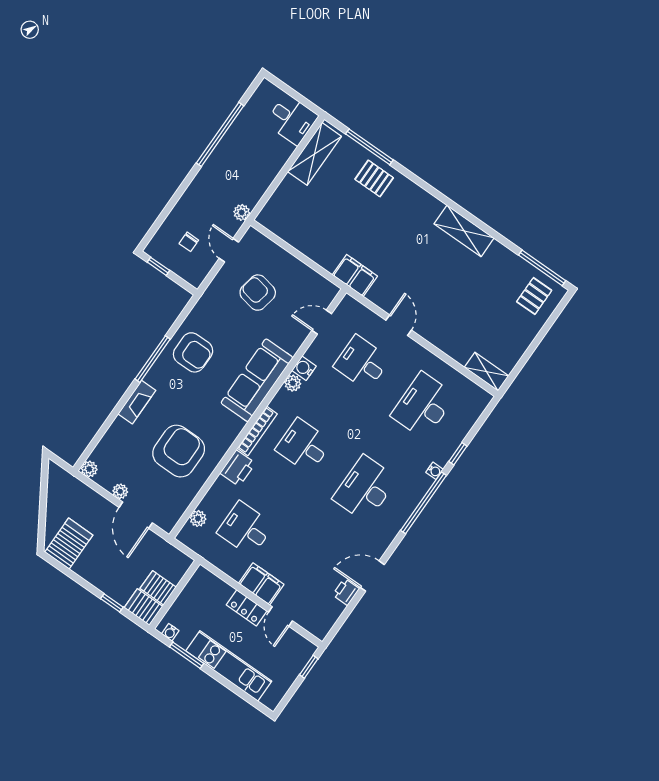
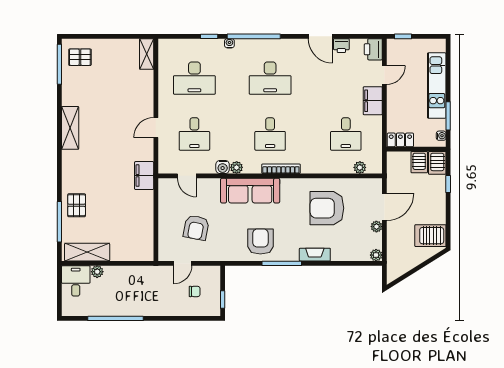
plant: (242, 212) -> (97, 272), moved
printer: (238, 468) -> (373, 49), moved, turned -90
locker: (247, 608) -> (400, 140), moved, turned -90

